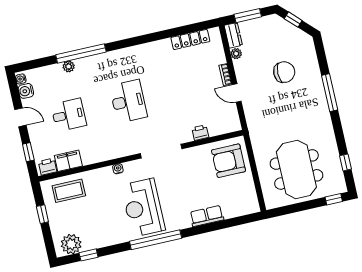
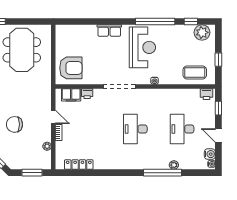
dresser: (233, 35) -> (46, 160), removed
desk: (69, 115) -> (182, 129), width x1.37
filing cabinet: (68, 161) -> (71, 95), moved
row of seats: (207, 216) -> (109, 30), moved
window: (156, 240) -> (155, 21), moved

